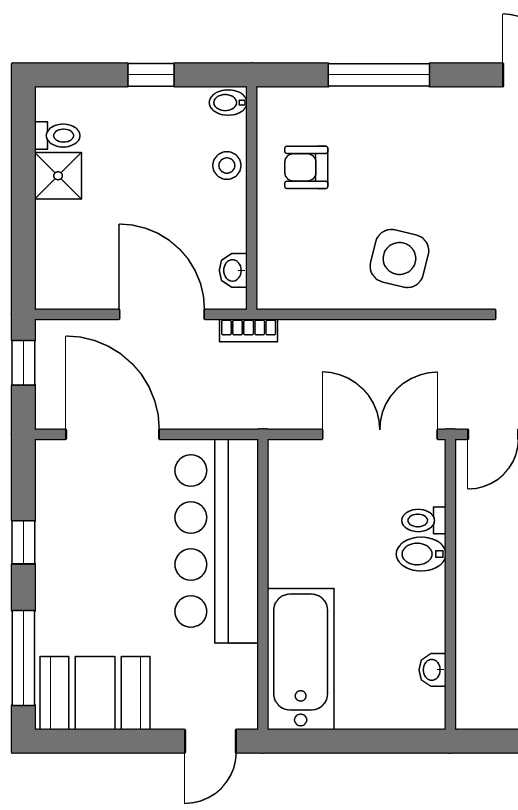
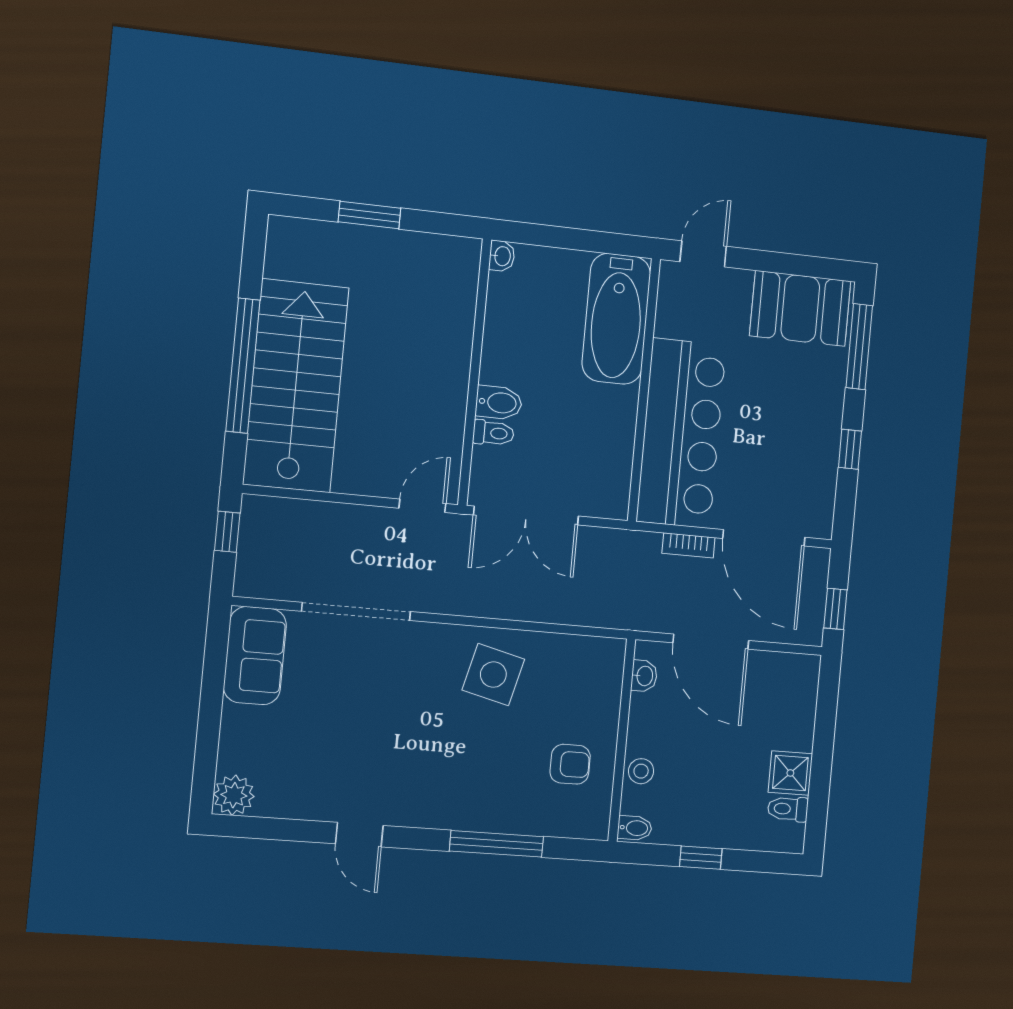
bookcase: (249, 330) -> (688, 545), moved, turned 180
washbasin: (432, 670) -> (502, 256), moved

